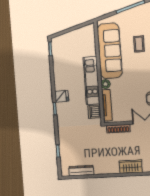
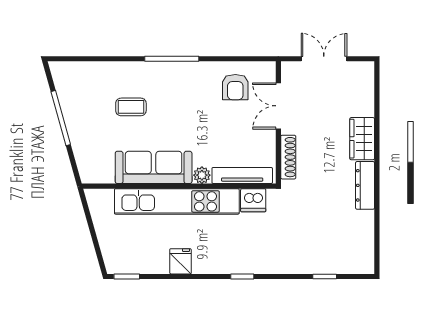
sofa: (110, 51) -> (154, 167), width x0.74, depth x0.79
kitchen unit: (92, 81) -> (177, 201), width x1.36
fridge: (62, 96) -> (180, 261), moved
dresser: (81, 171) -> (365, 185), moved

